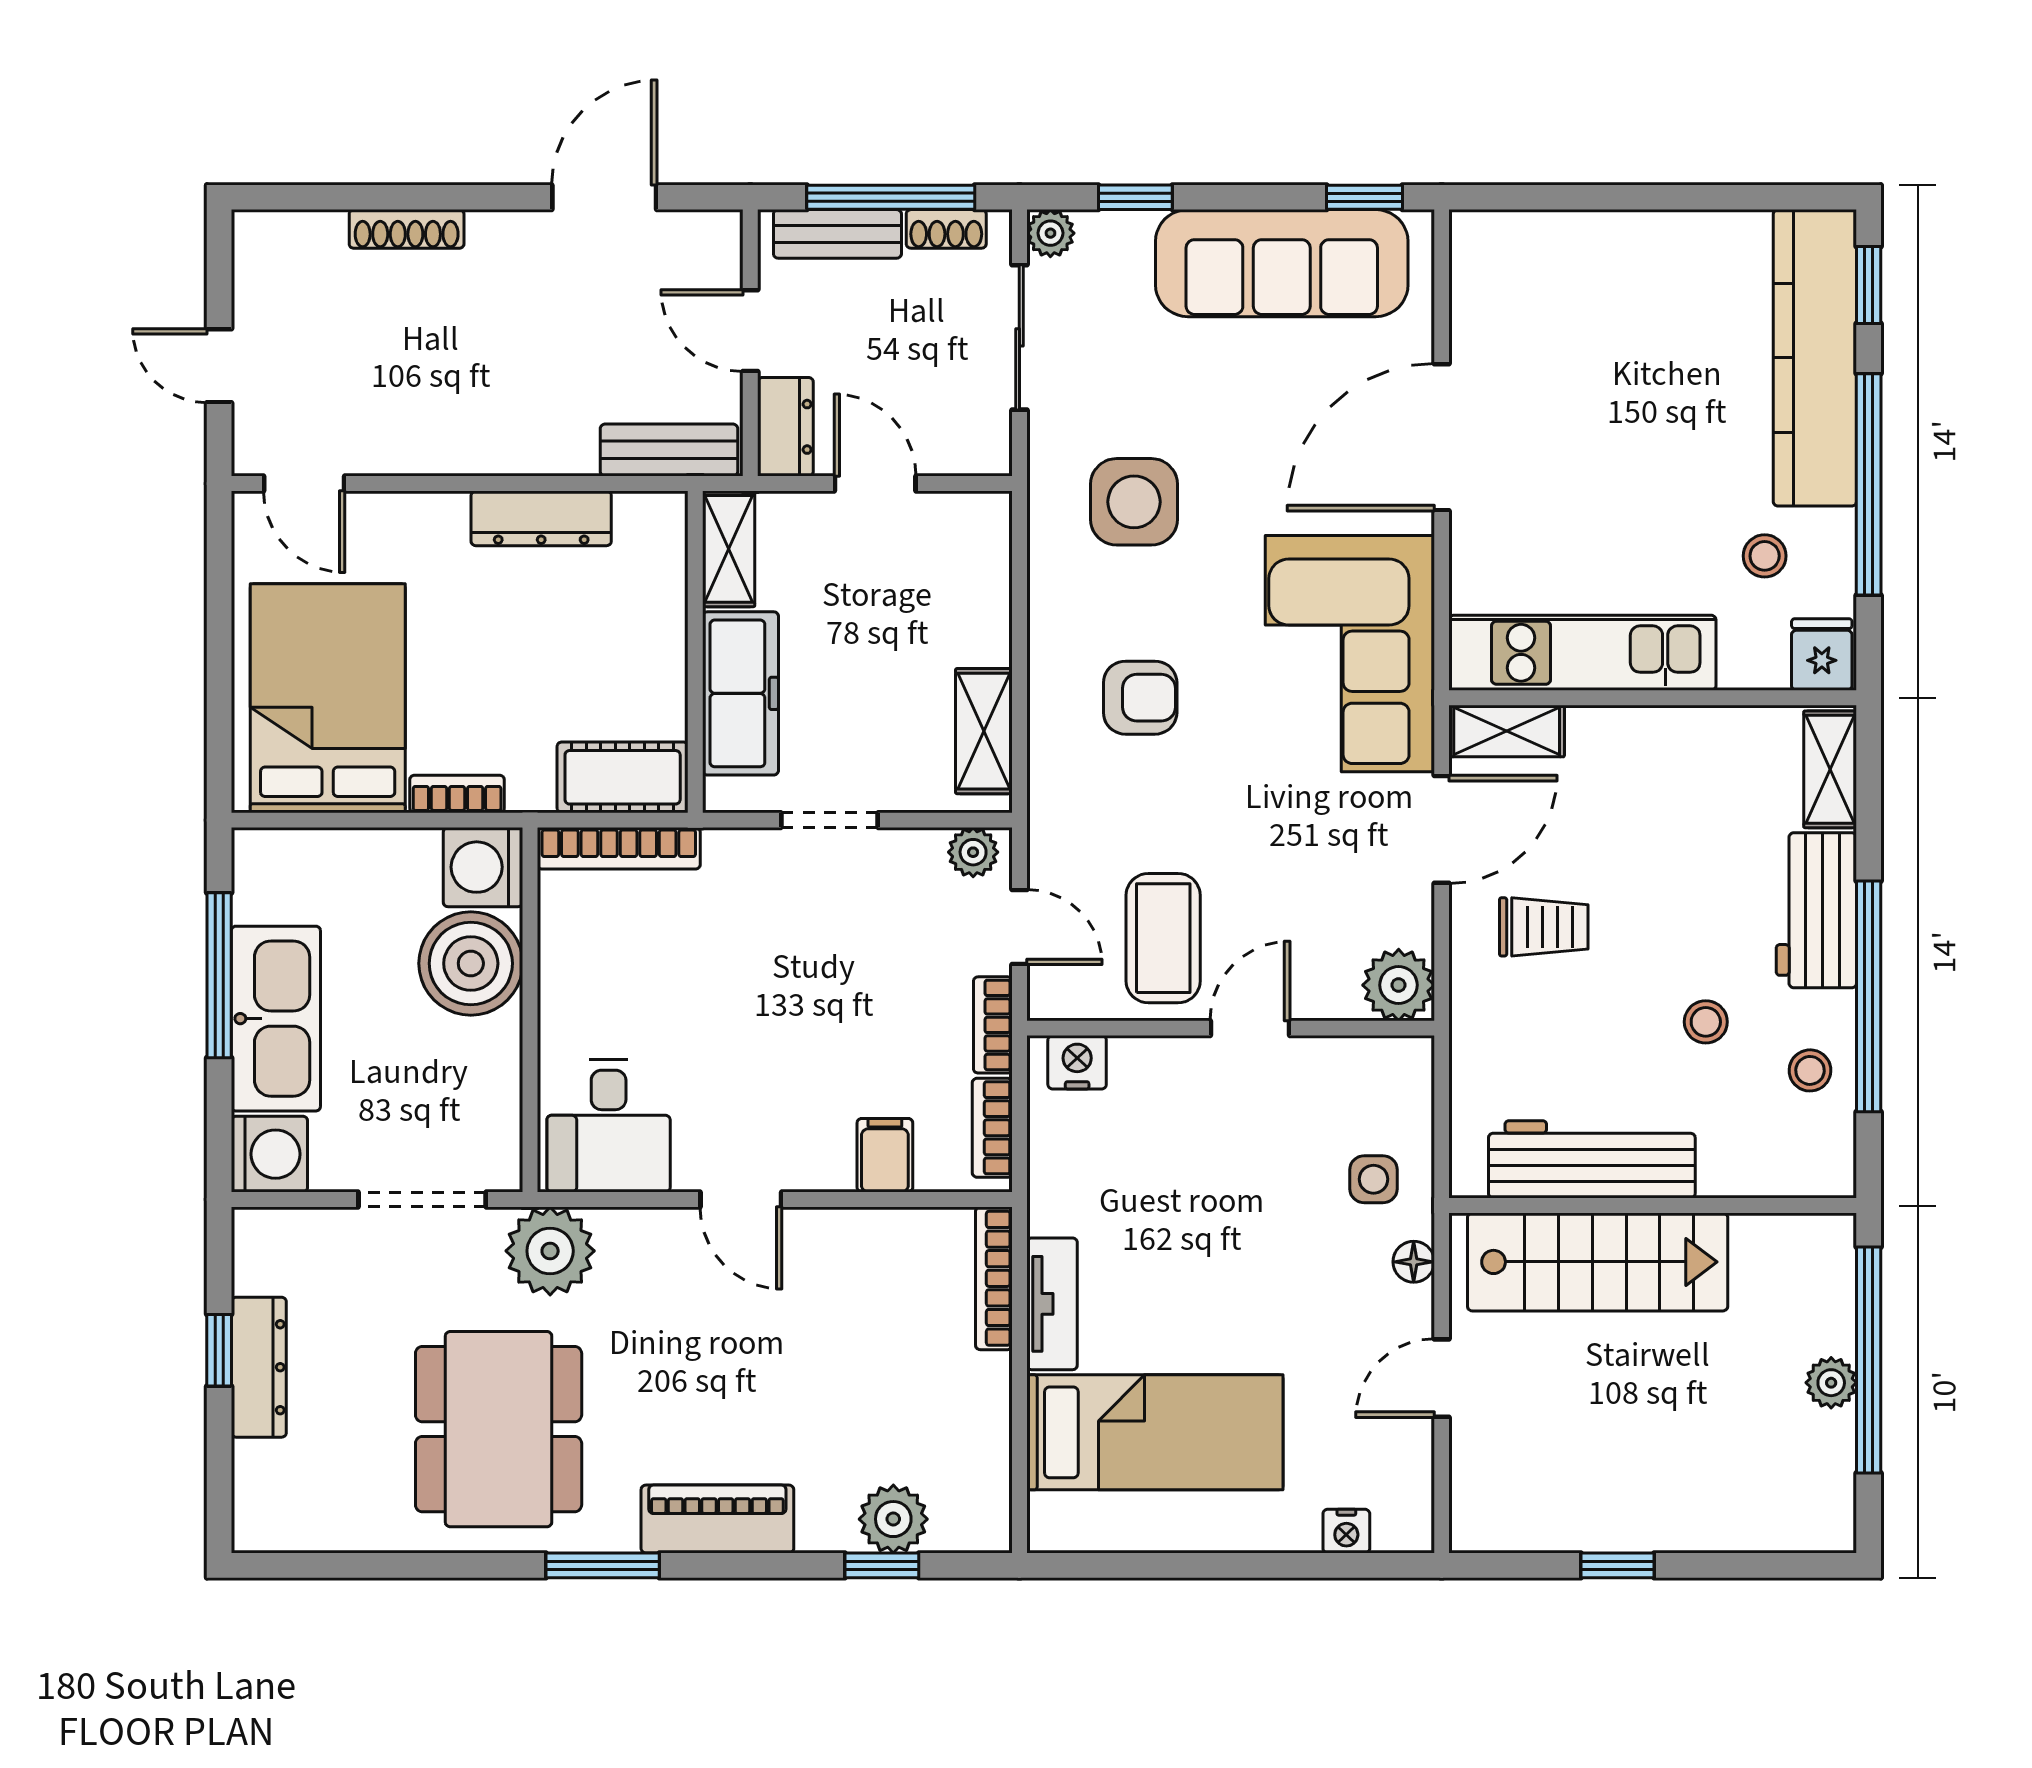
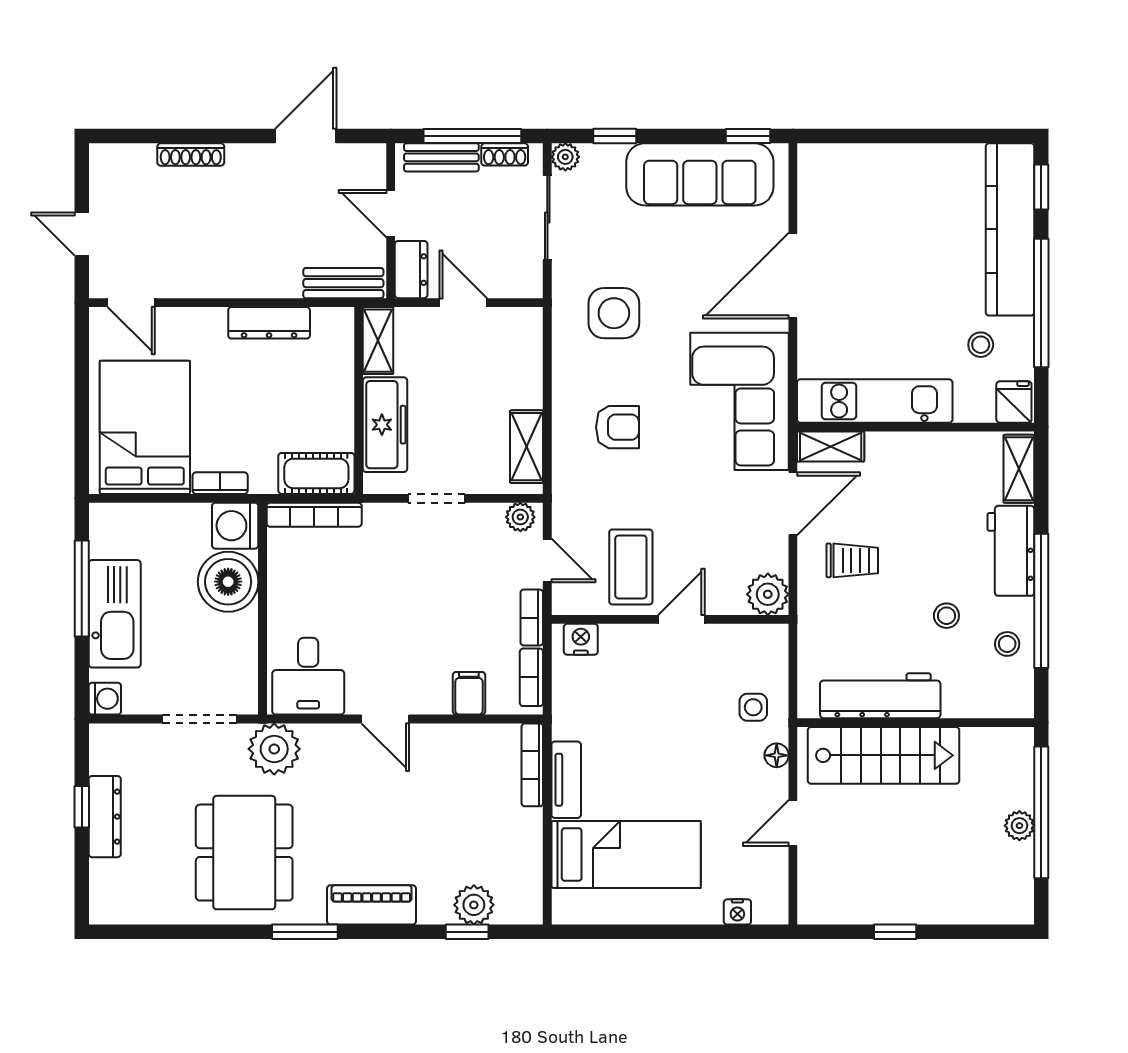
washing machine: (269, 1154) -> (105, 699), width x0.73, depth x0.73

